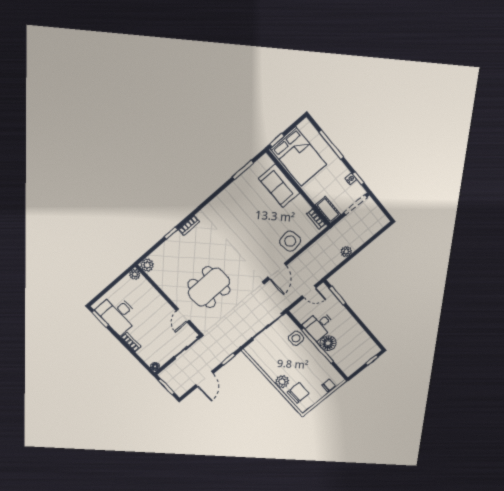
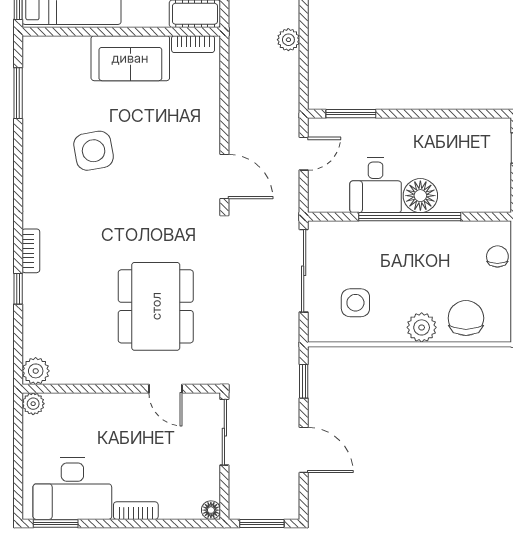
sofa: (279, 186) -> (130, 58), moved
side table: (290, 241) -> (94, 151), moved
side table: (296, 338) -> (355, 303), moved

